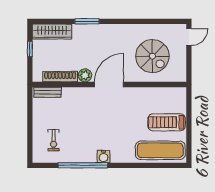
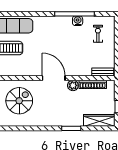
spiral stairs: (152, 56) -> (19, 101), turned 90
door: (109, 85) -> (54, 78), swing flipped
water cooler: (104, 157) -> (78, 21), moved

